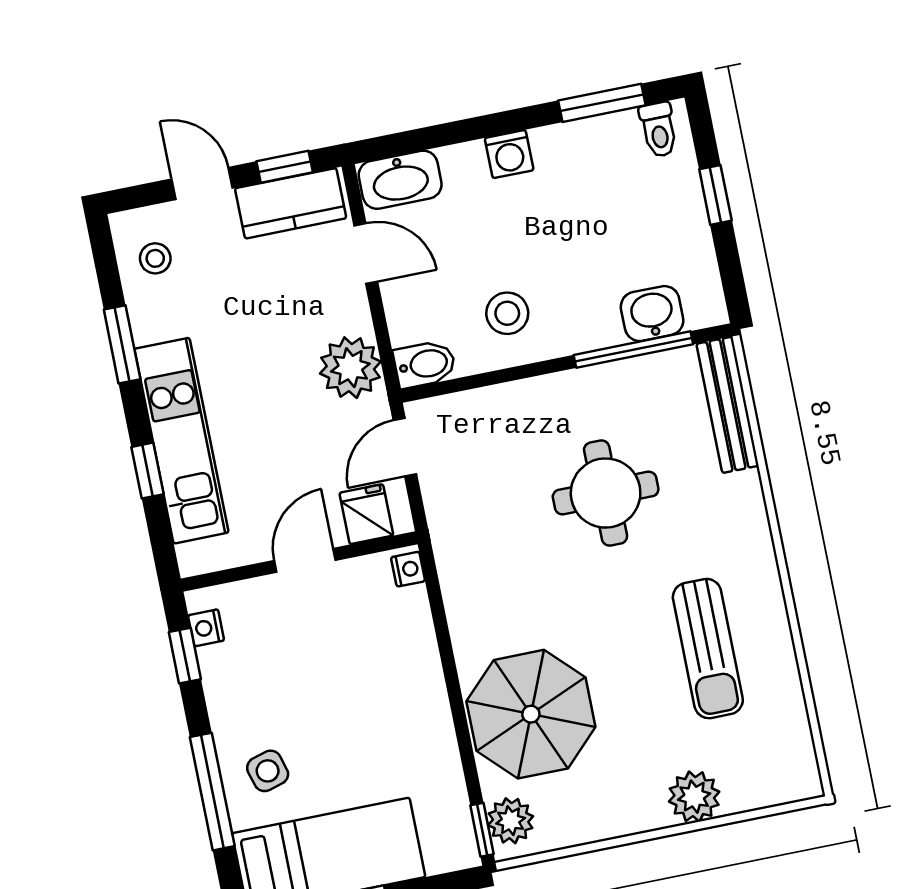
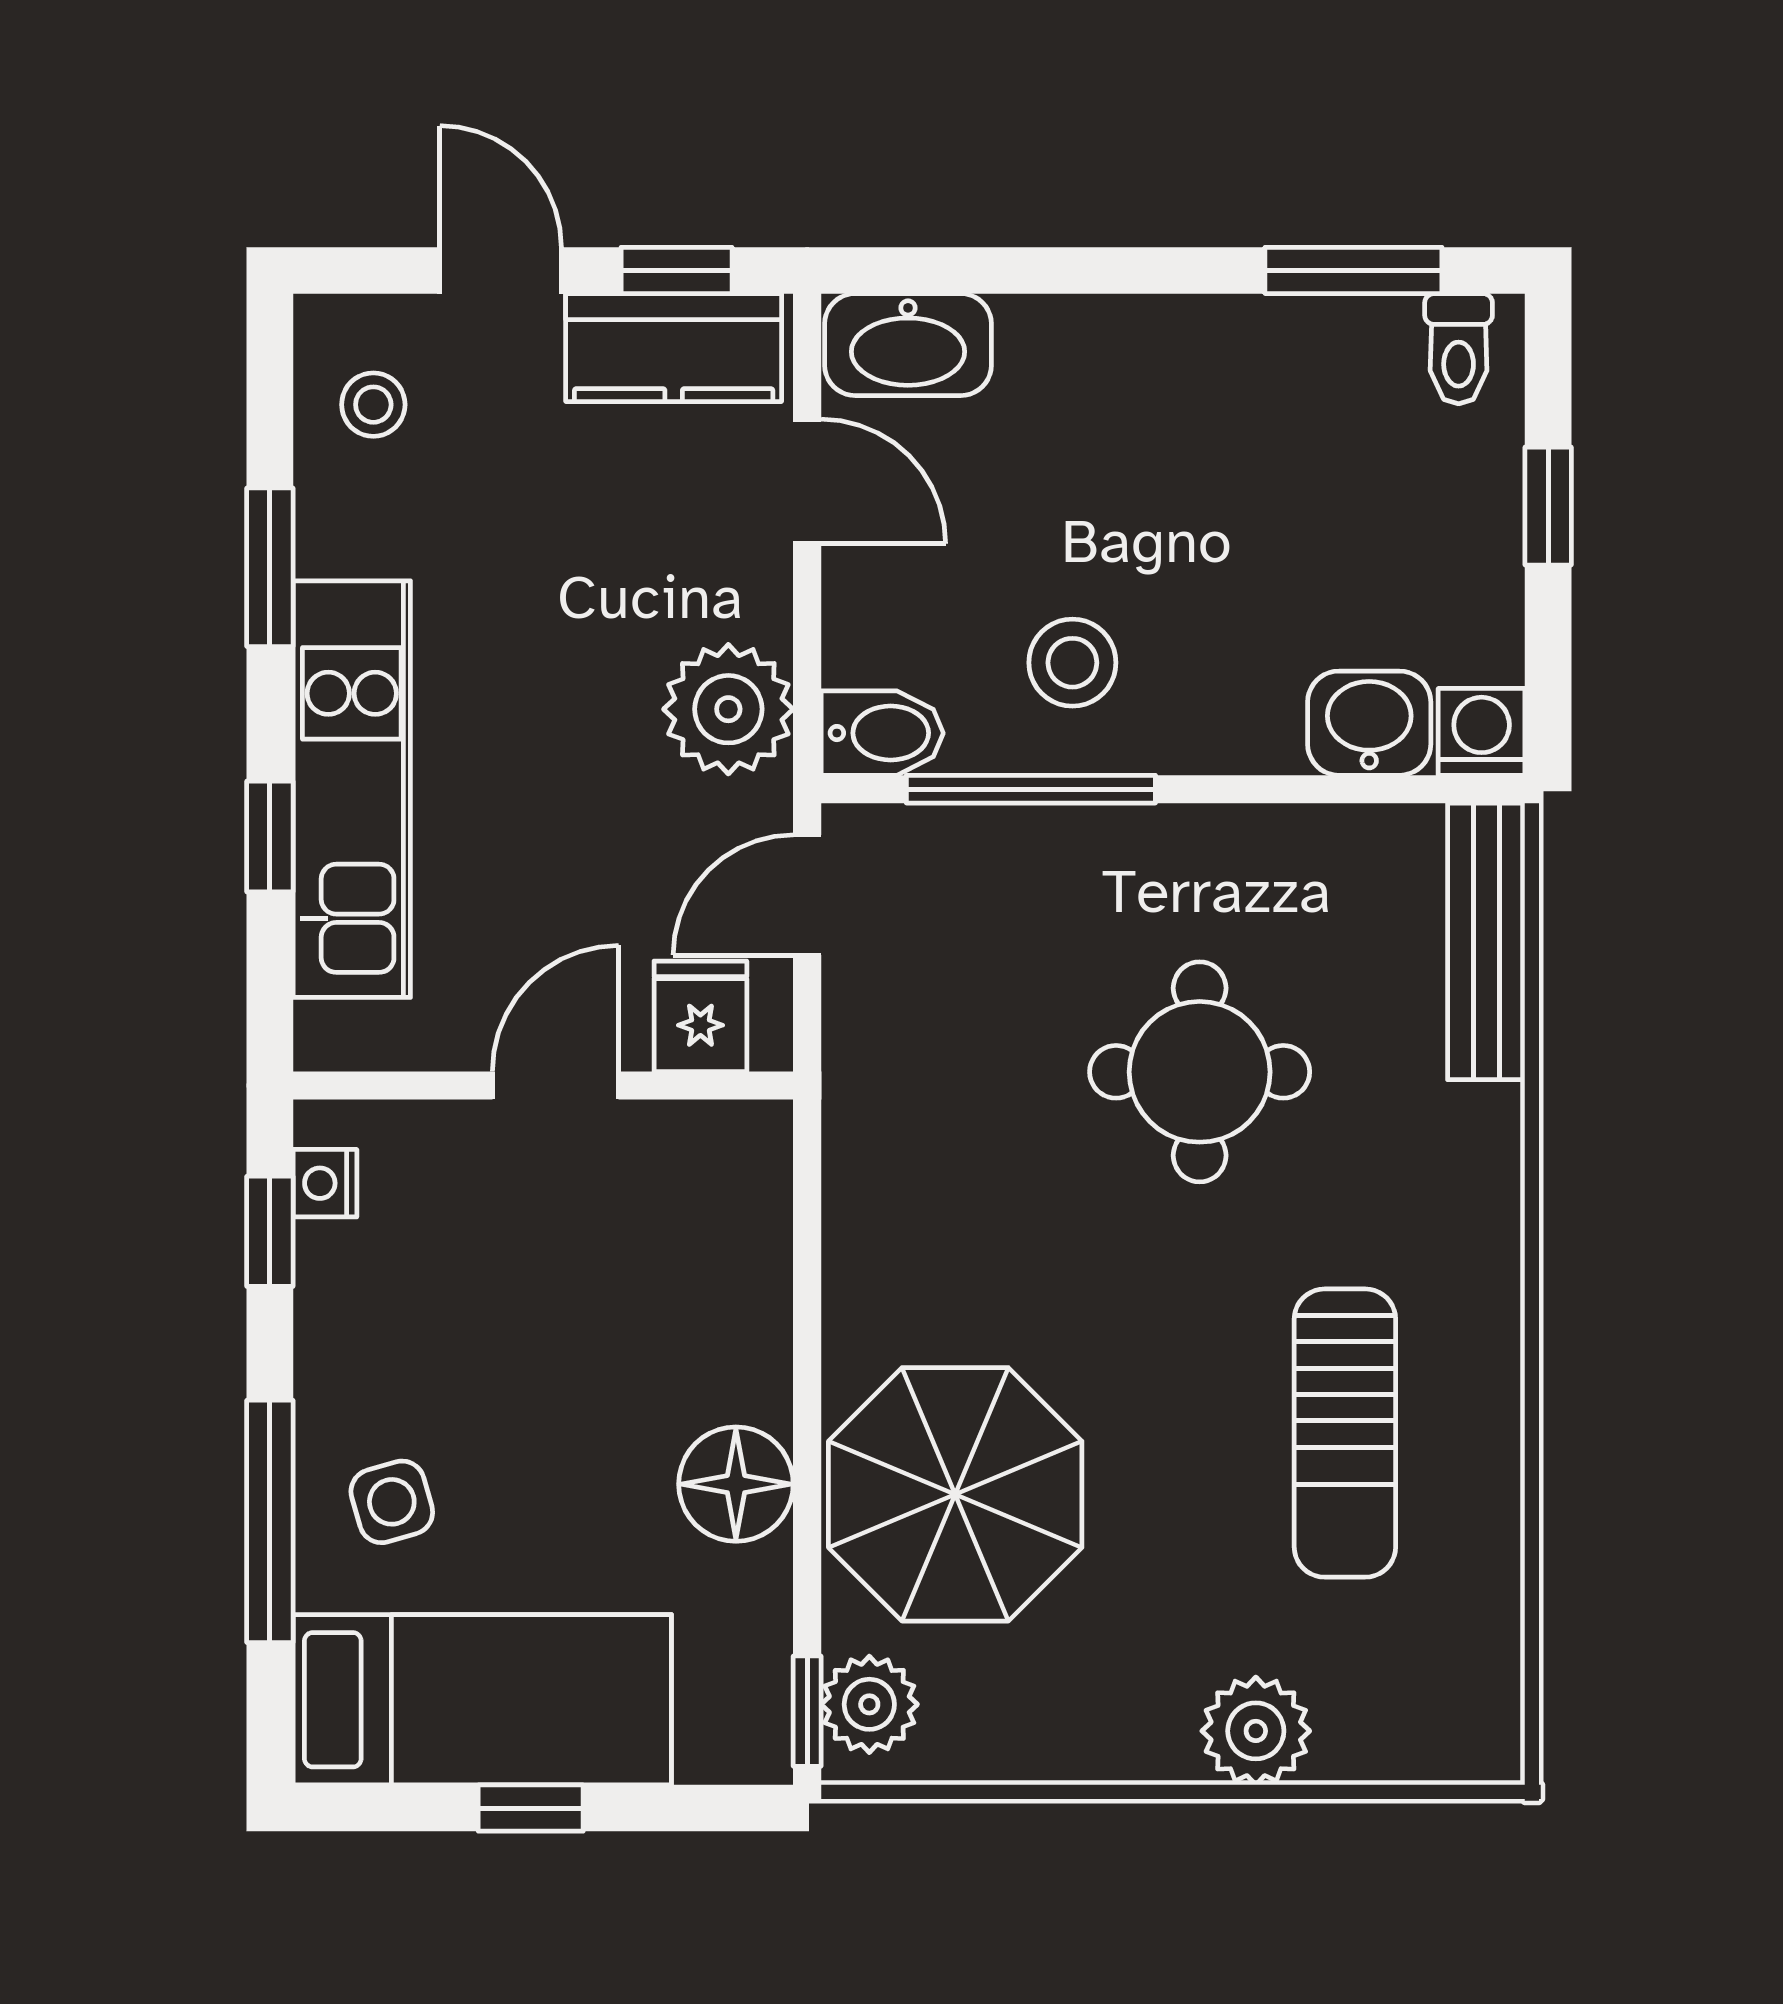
washing machine: (509, 154) -> (1482, 732), moved, turned 180
window: (633, 350) -> (1031, 789), moved
nightstand: (408, 569) -> (763, 1146), removed
floor lamp: (427, 730) -> (736, 1484), added

